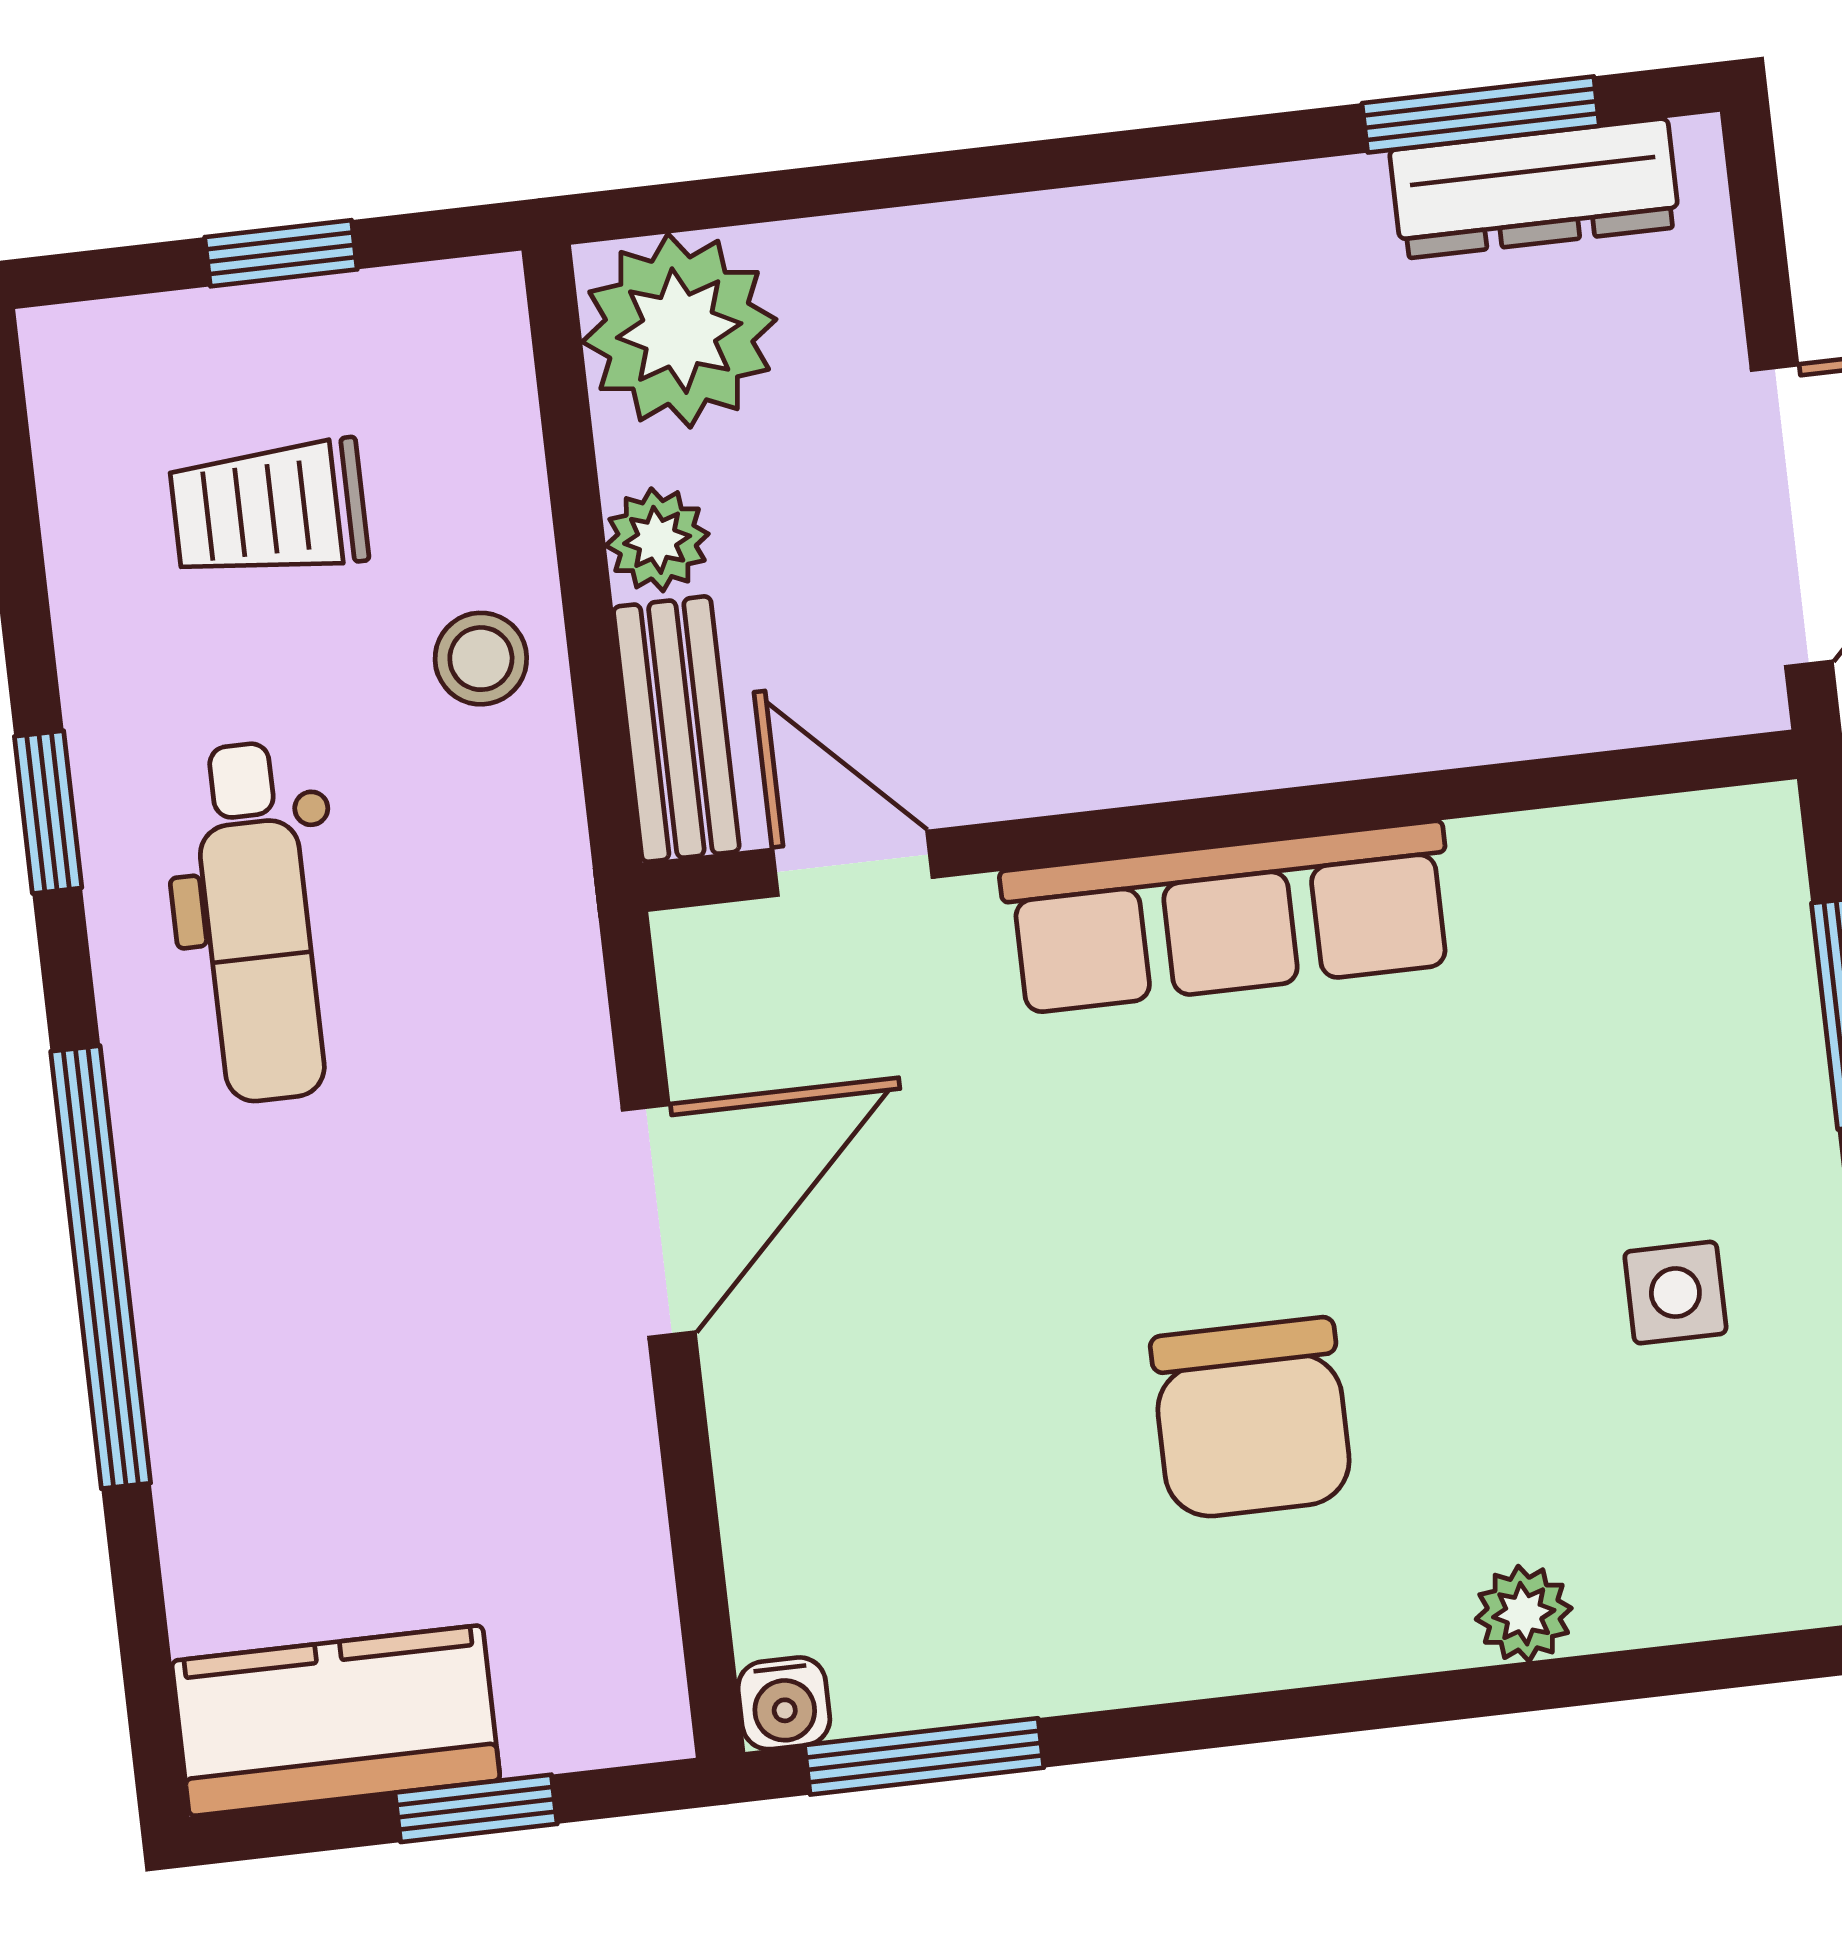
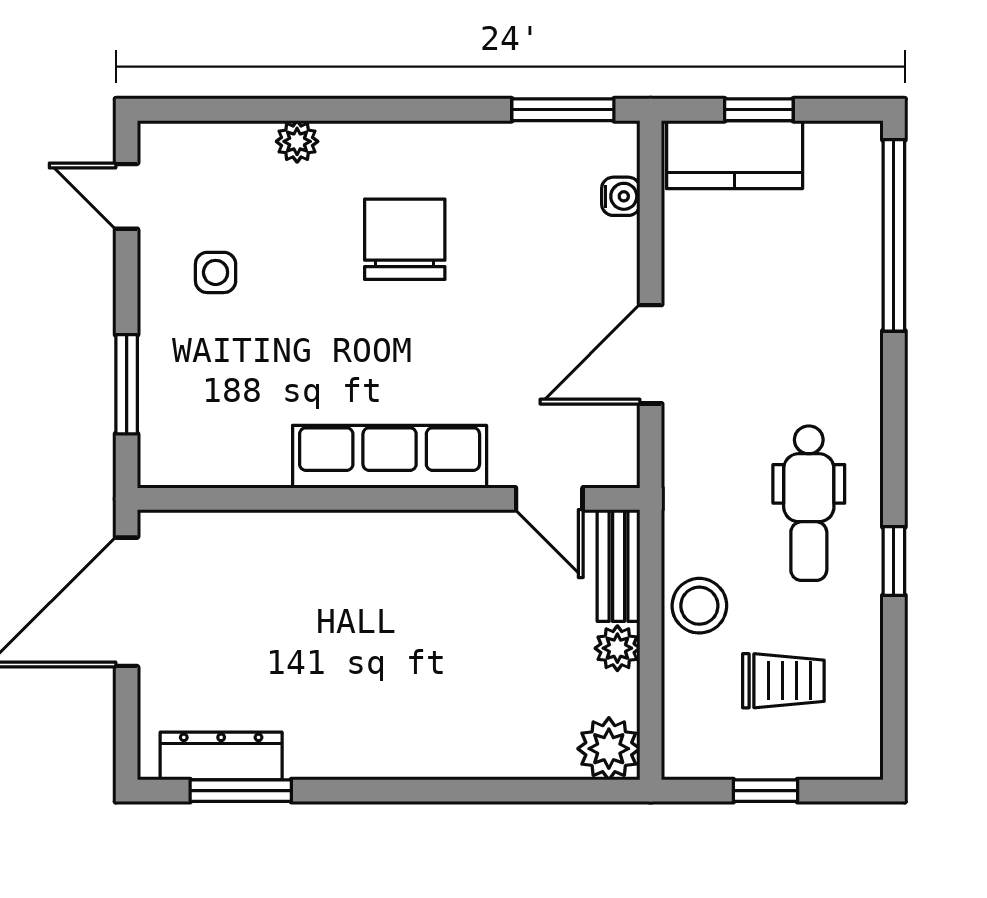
plant: (679, 331) -> (609, 749), width x0.73, depth x0.73
stool: (481, 659) -> (699, 606), width x1.37, depth x1.37
dental chair: (258, 922) -> (809, 503), turned 180
window: (101, 1267) -> (894, 235), moved
water cooler: (784, 1703) -> (621, 196), moved, turned 90
kitchen counter: (336, 1721) -> (735, 155), moved

